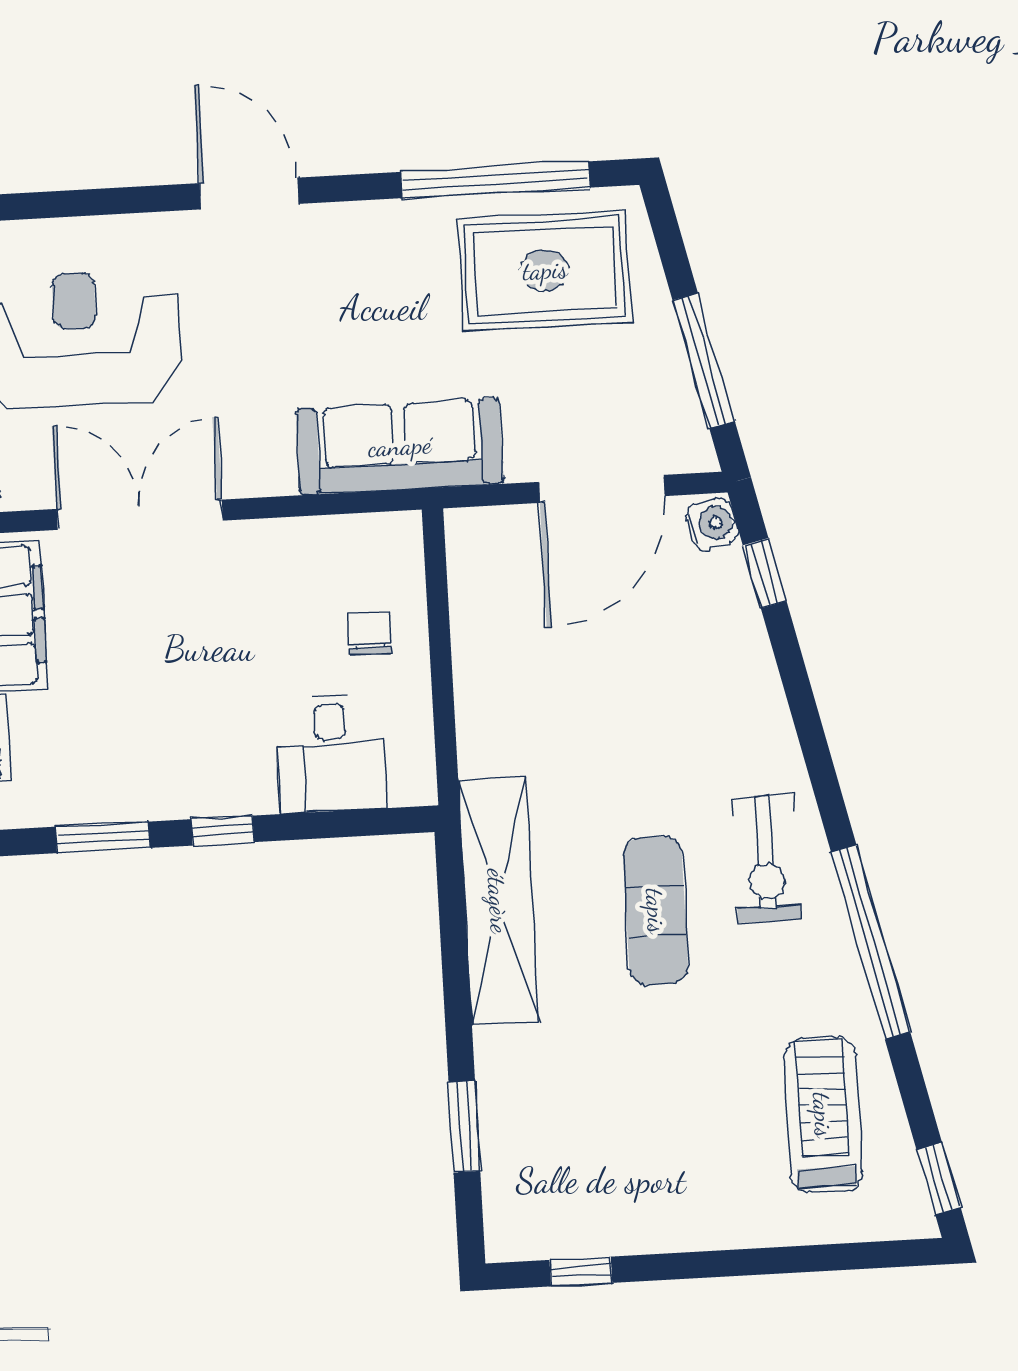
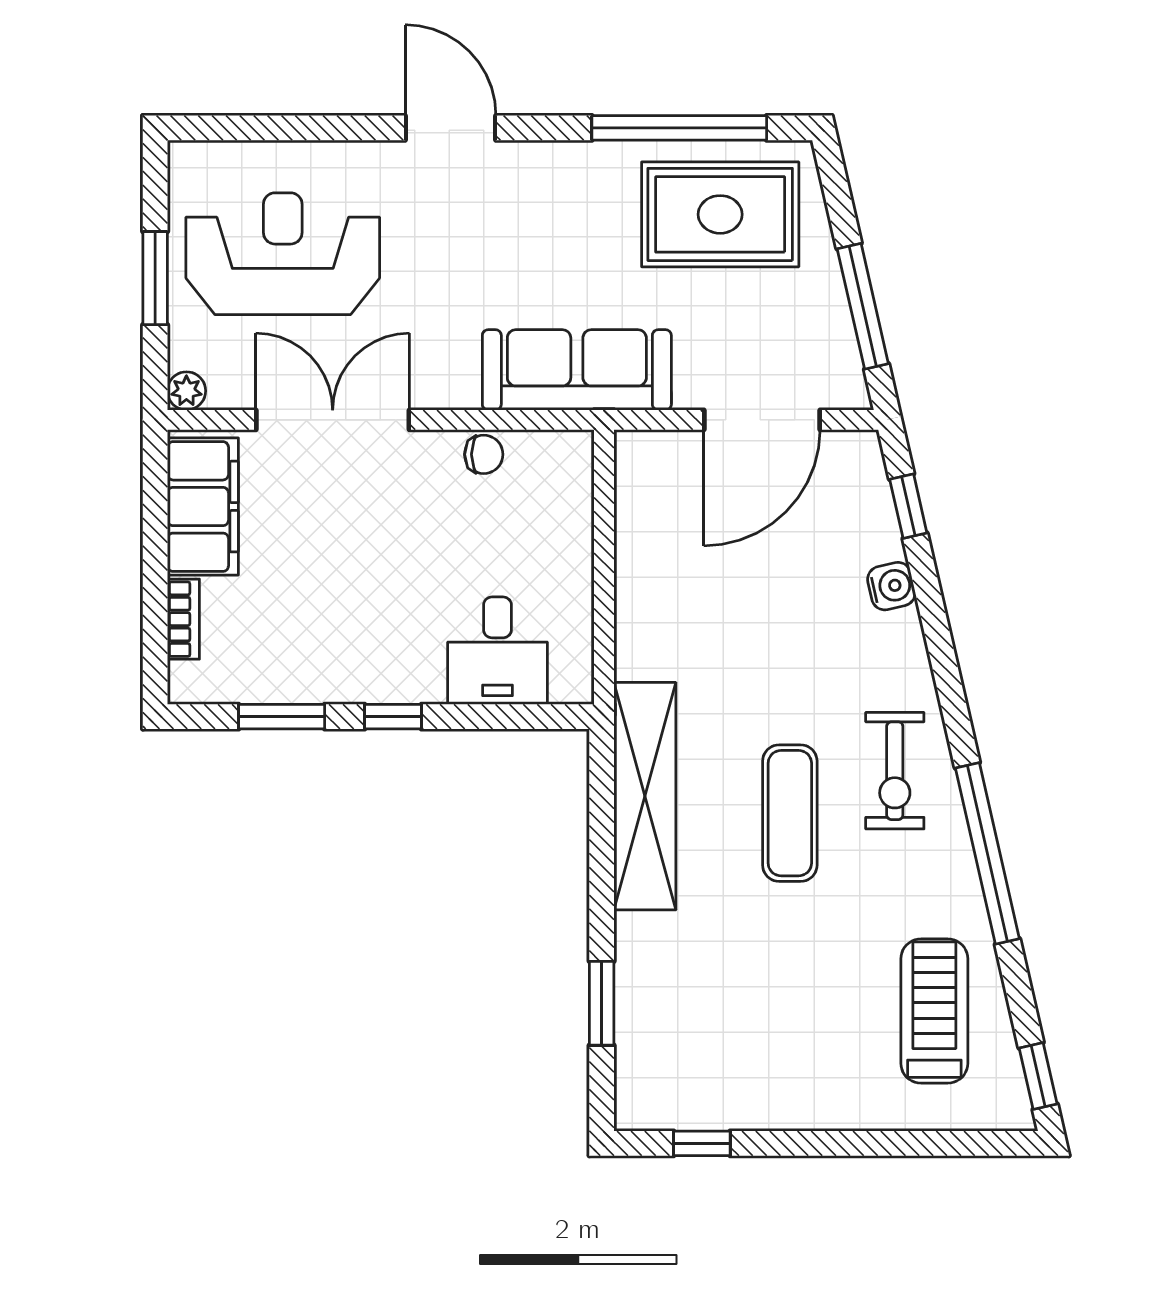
water cooler: (712, 524) -> (891, 586), moved
chair: (369, 634) -> (484, 454), moved, turned 90

